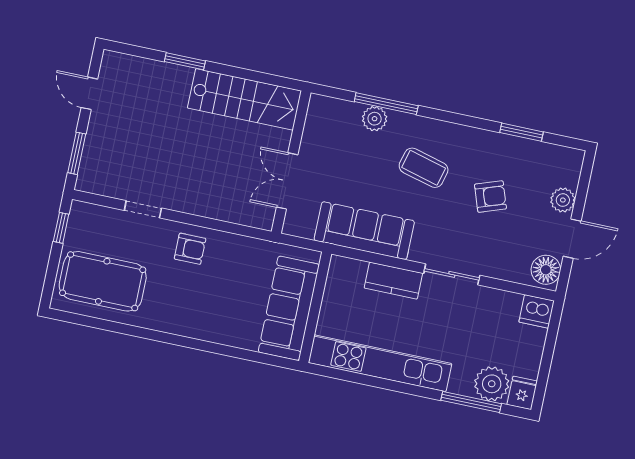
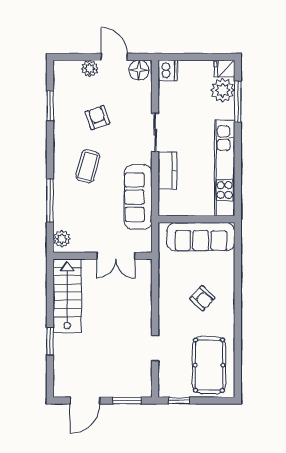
door: (89, 93) -> (85, 401), width x1.38
plant: (375, 119) -> (62, 239), moved
armchair: (190, 249) -> (202, 298), moved, turned 133

